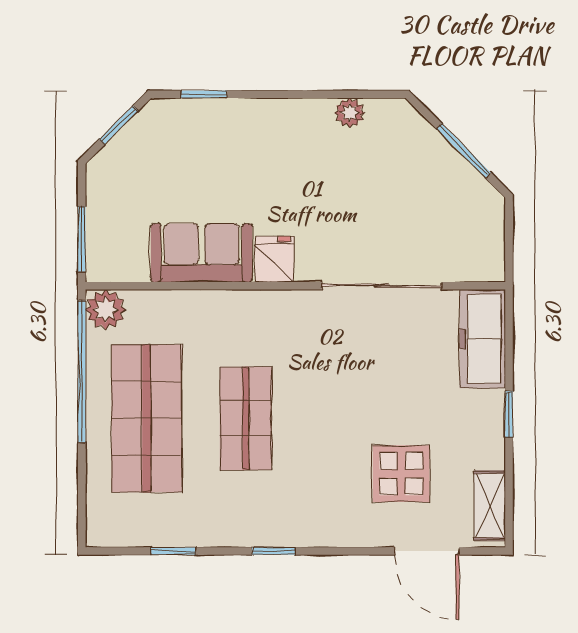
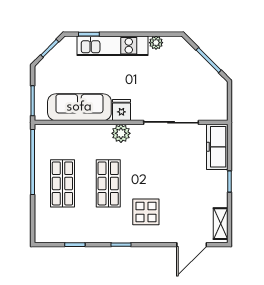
kitchen unit: (255, 120) -> (112, 46), added
sofa: (202, 253) -> (79, 107), width x1.36
plant: (106, 310) -> (121, 133), moved
shop shelf: (147, 418) -> (62, 183), width x0.70, depth x0.74
display table: (401, 474) -> (146, 212), moved
door: (427, 551) -> (192, 245), hinge flipped

